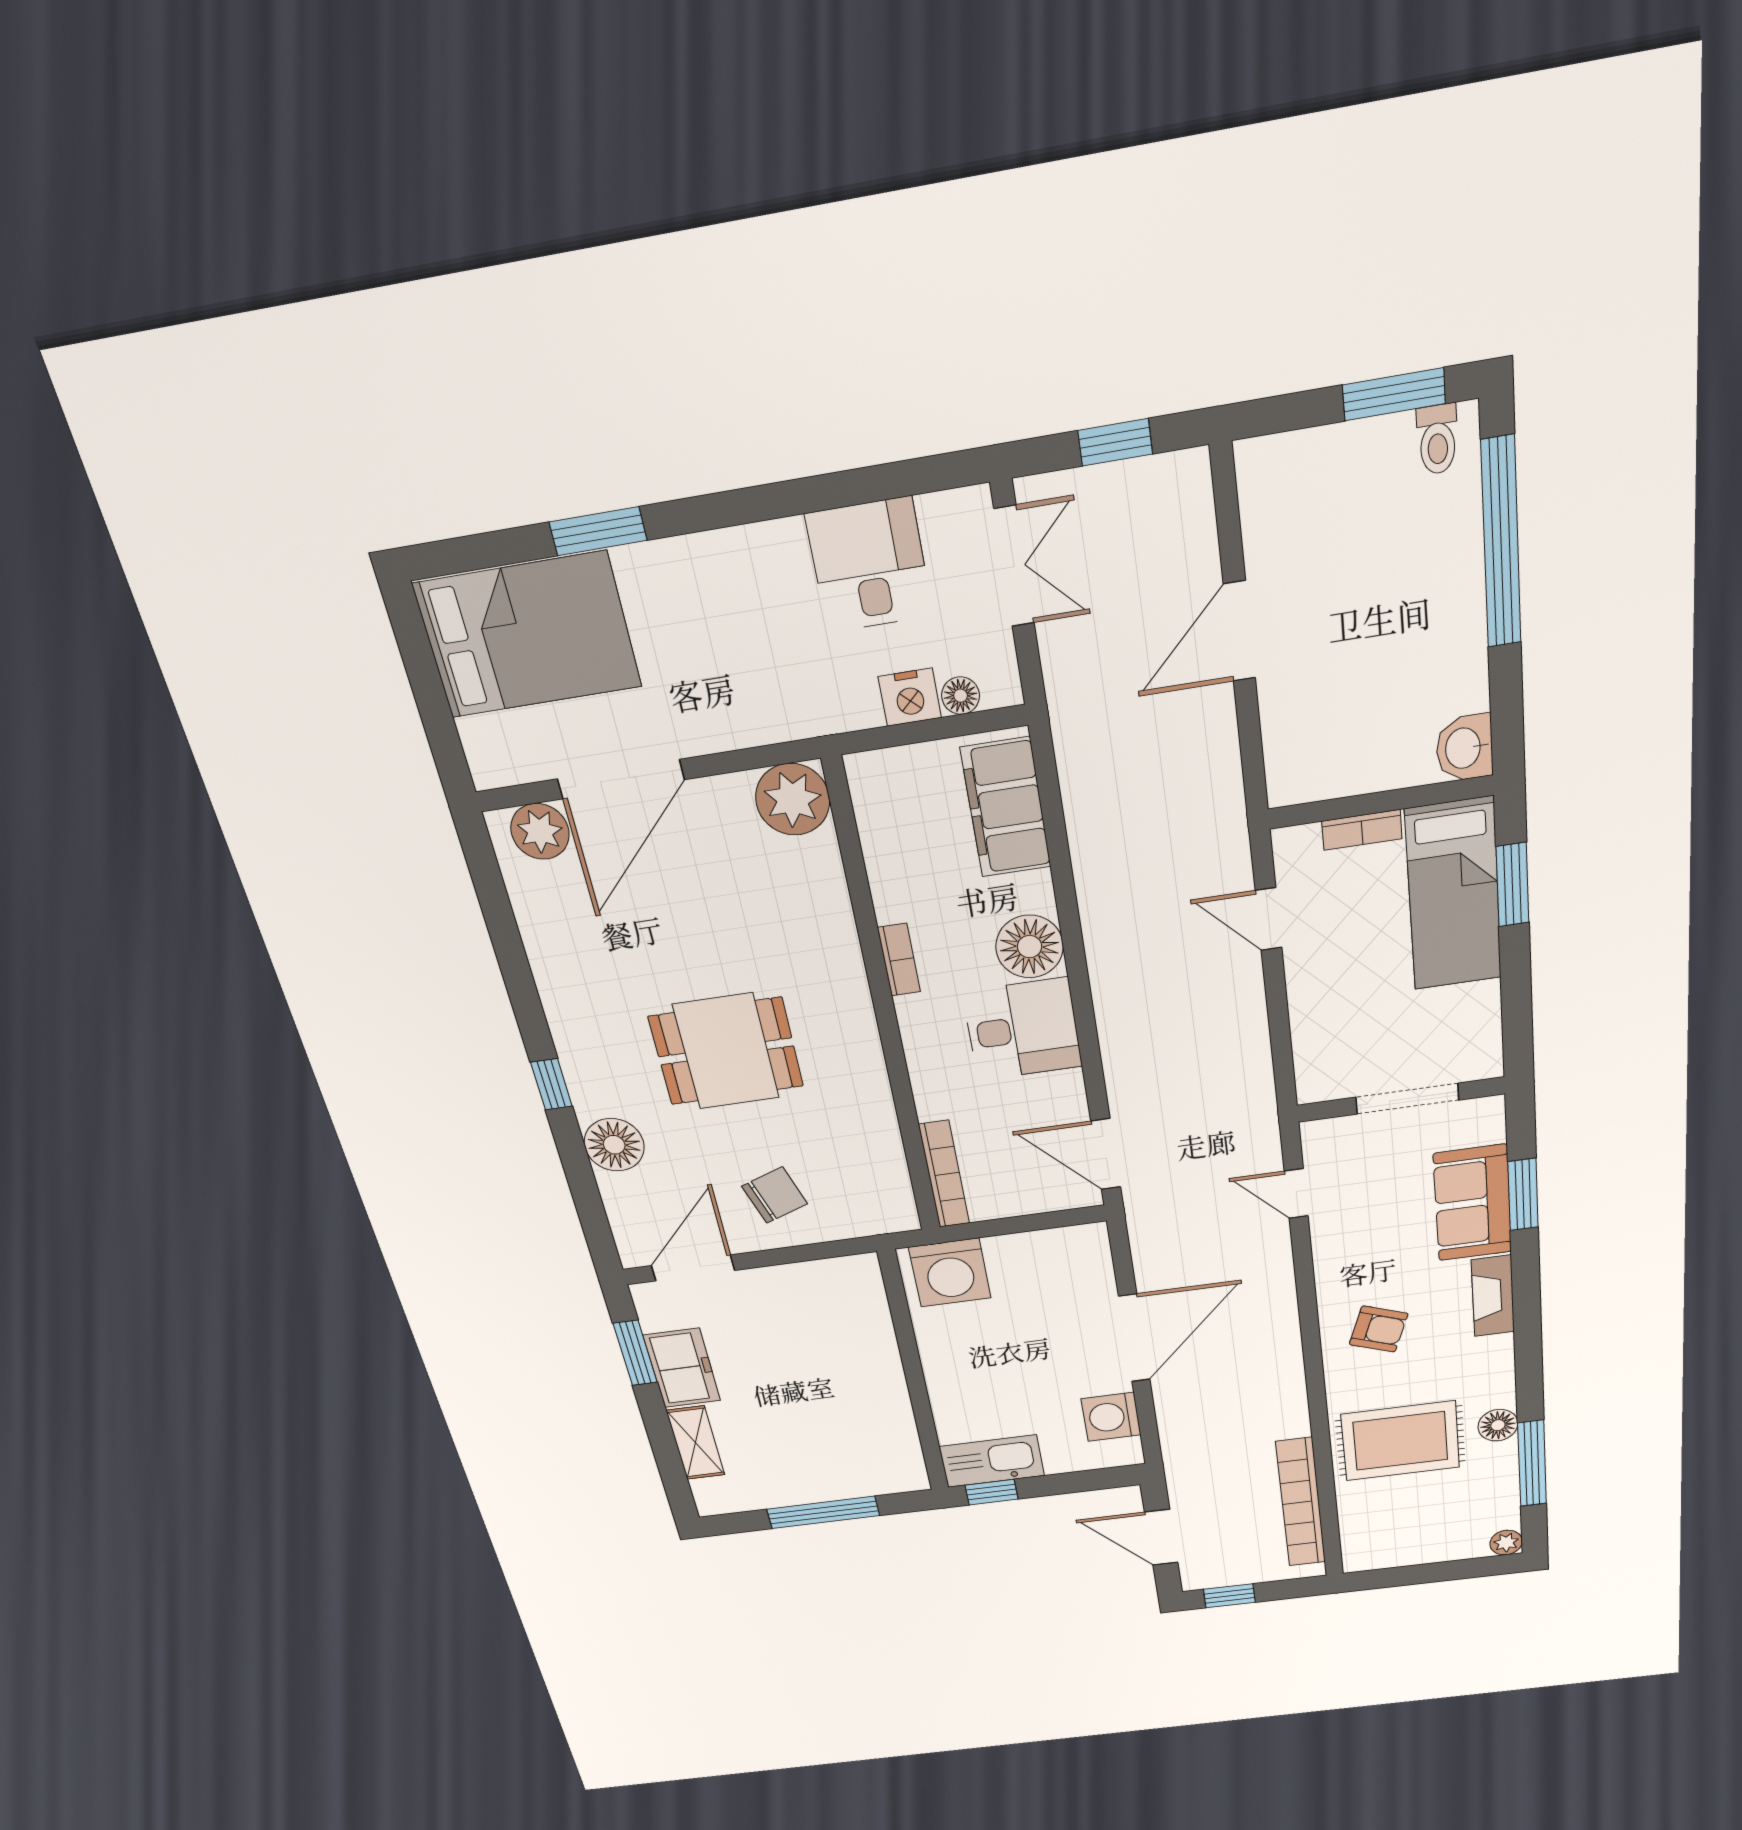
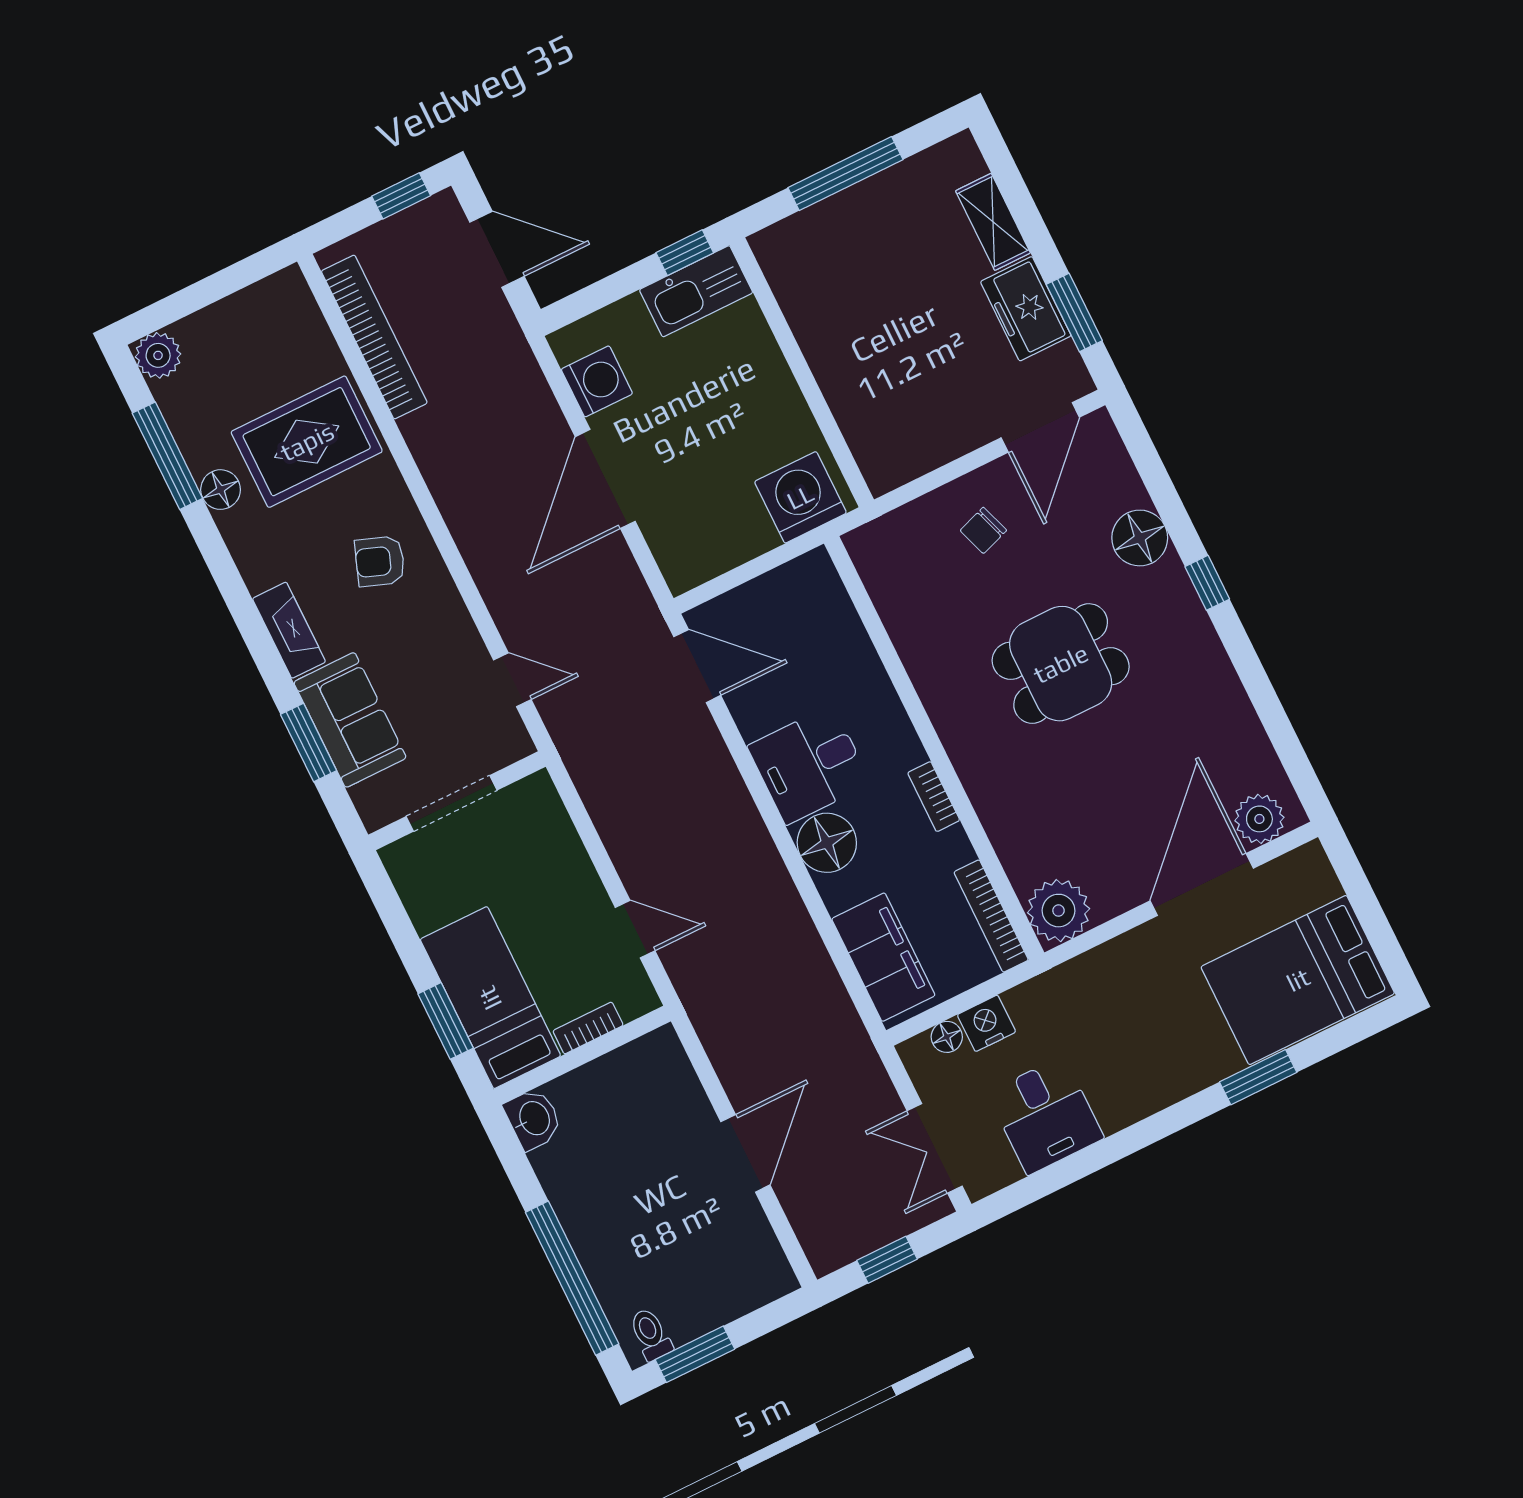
bookcase: (944, 1174) -> (991, 916), moved
chair: (775, 1195) -> (983, 530), width x0.73, depth x0.73
plant: (1506, 1543) -> (158, 355), width x1.38, depth x1.38

